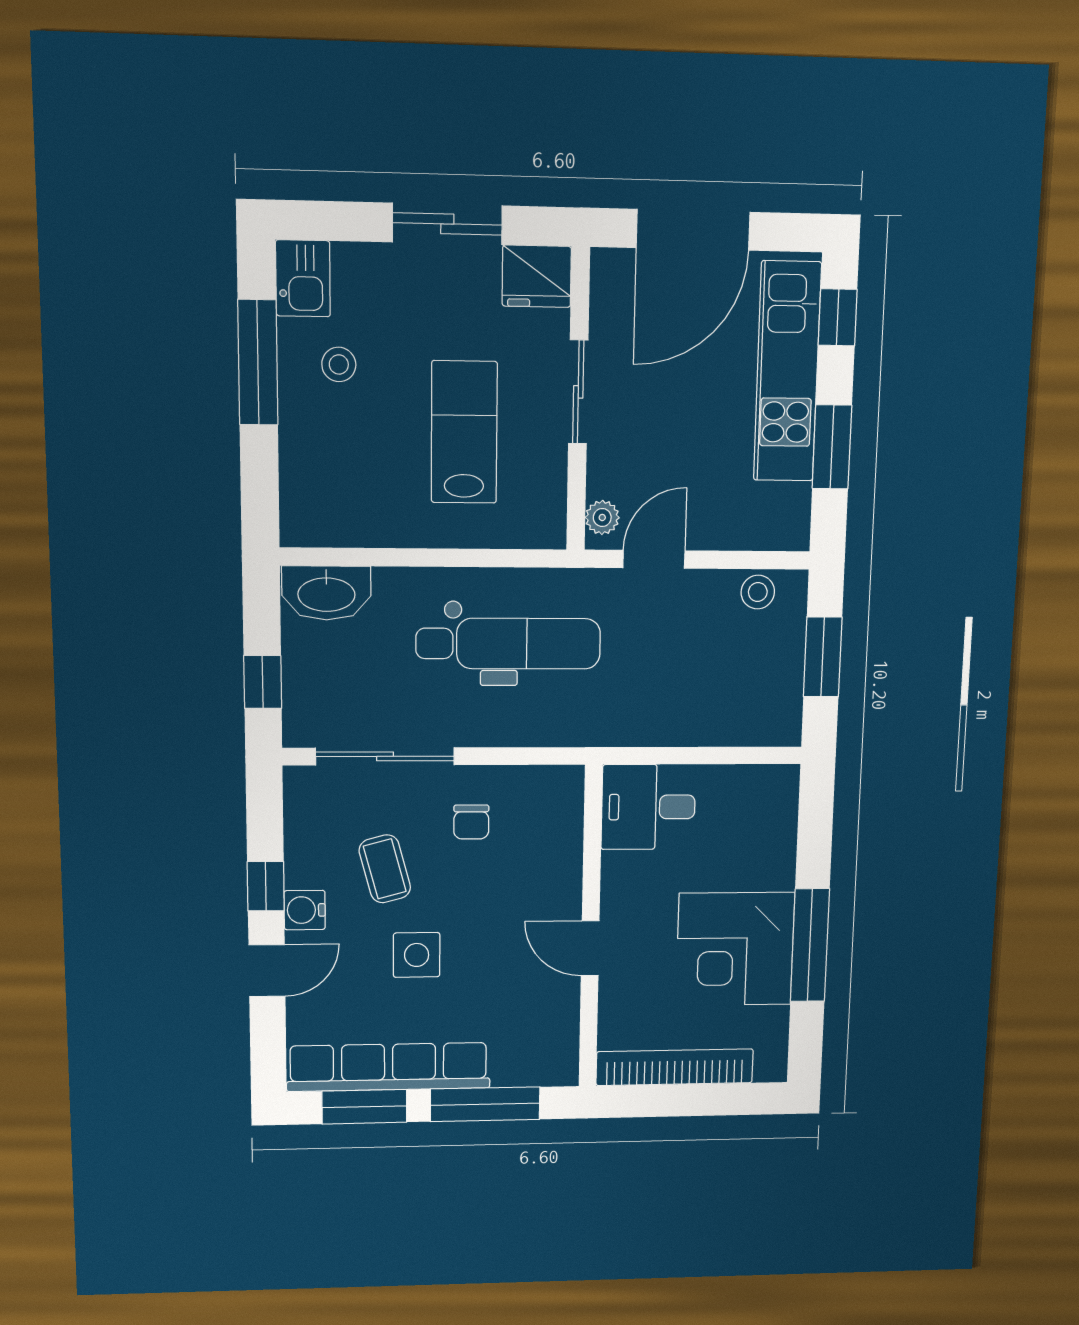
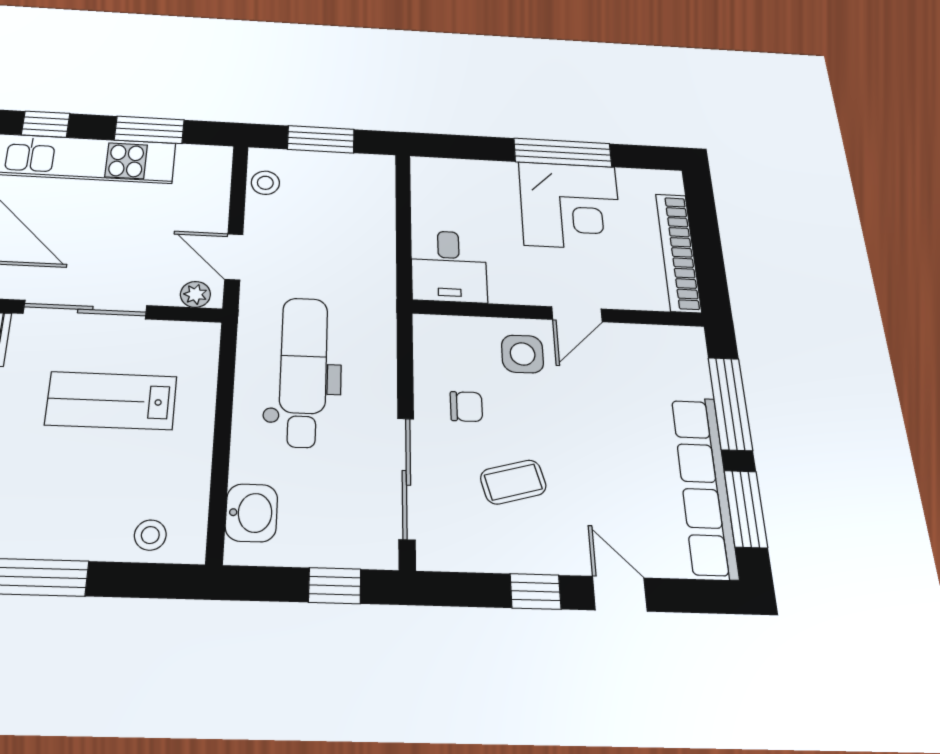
stool: (339, 364) -> (150, 535), moved
sliding door: (578, 392) -> (85, 310), width x1.37
washbasin: (326, 593) -> (251, 513), width x0.72
water cooler: (305, 910) -> (557, 556), removed
side table: (417, 955) -> (523, 354), moved

